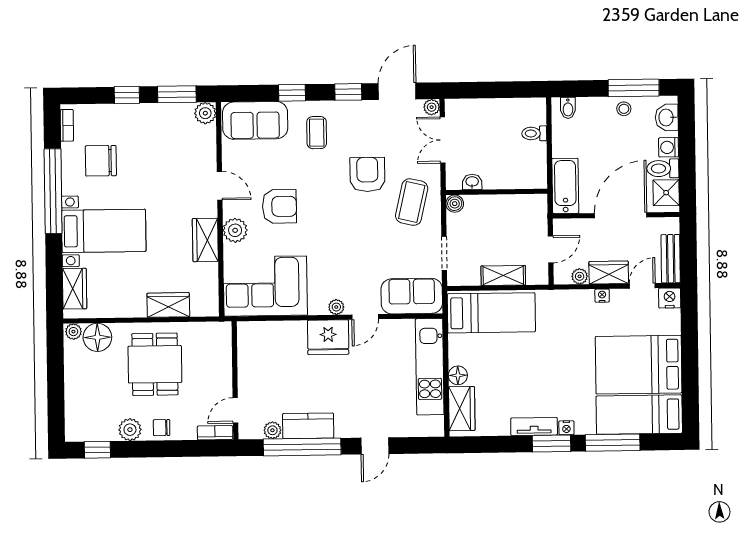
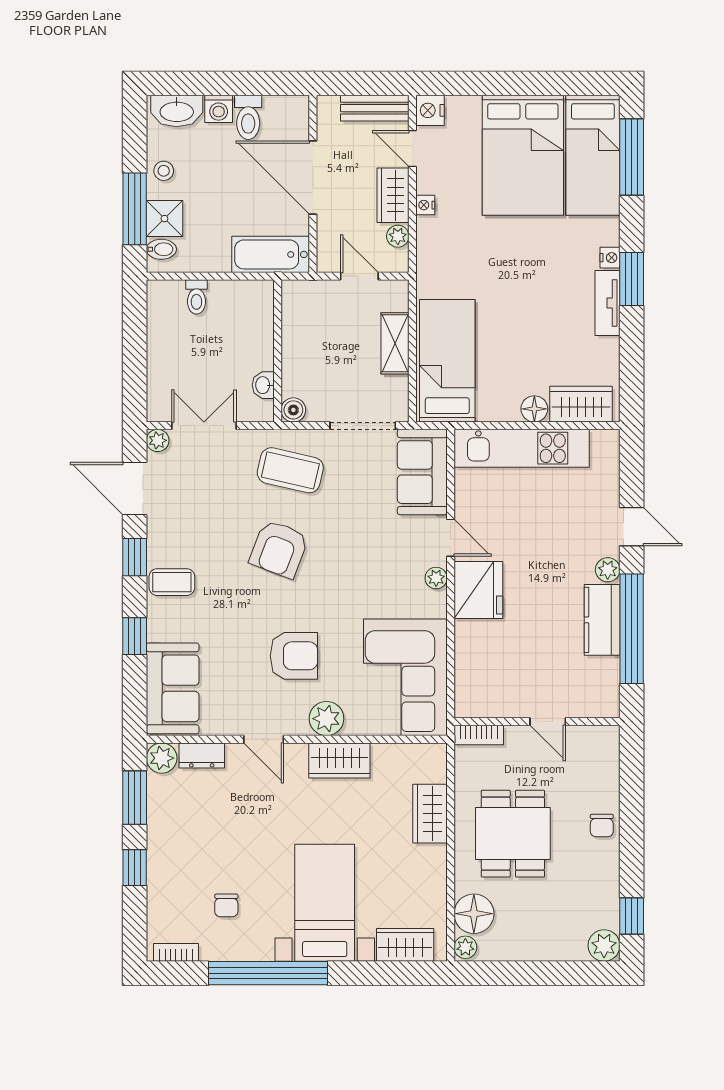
window: (634, 88) -> (135, 209), moved
washbasin: (667, 117) -> (177, 111), width x1.38
coffee table: (317, 133) -> (172, 582), moved
double door: (443, 140) -> (204, 426), swing flipped
dresser: (207, 142) -> (202, 755), added
chair: (101, 161) -> (226, 905), width x0.54, depth x0.54
armchair: (367, 174) -> (279, 549), moved, turned -69
door: (220, 186) -> (264, 739), swing flipped
shower: (666, 193) -> (164, 219), moved
armchair: (279, 206) -> (294, 656), turned 90
doorway: (444, 253) -> (363, 426), width x1.38
dining table: (155, 364) -> (513, 834), turned 90
door: (235, 410) -> (548, 722), moved
plant: (130, 430) -> (604, 946), moved
plant: (272, 430) -> (608, 570), moved
bookcase: (215, 433) -> (479, 735), moved, turned -90
window: (613, 443) -> (632, 157), moved

